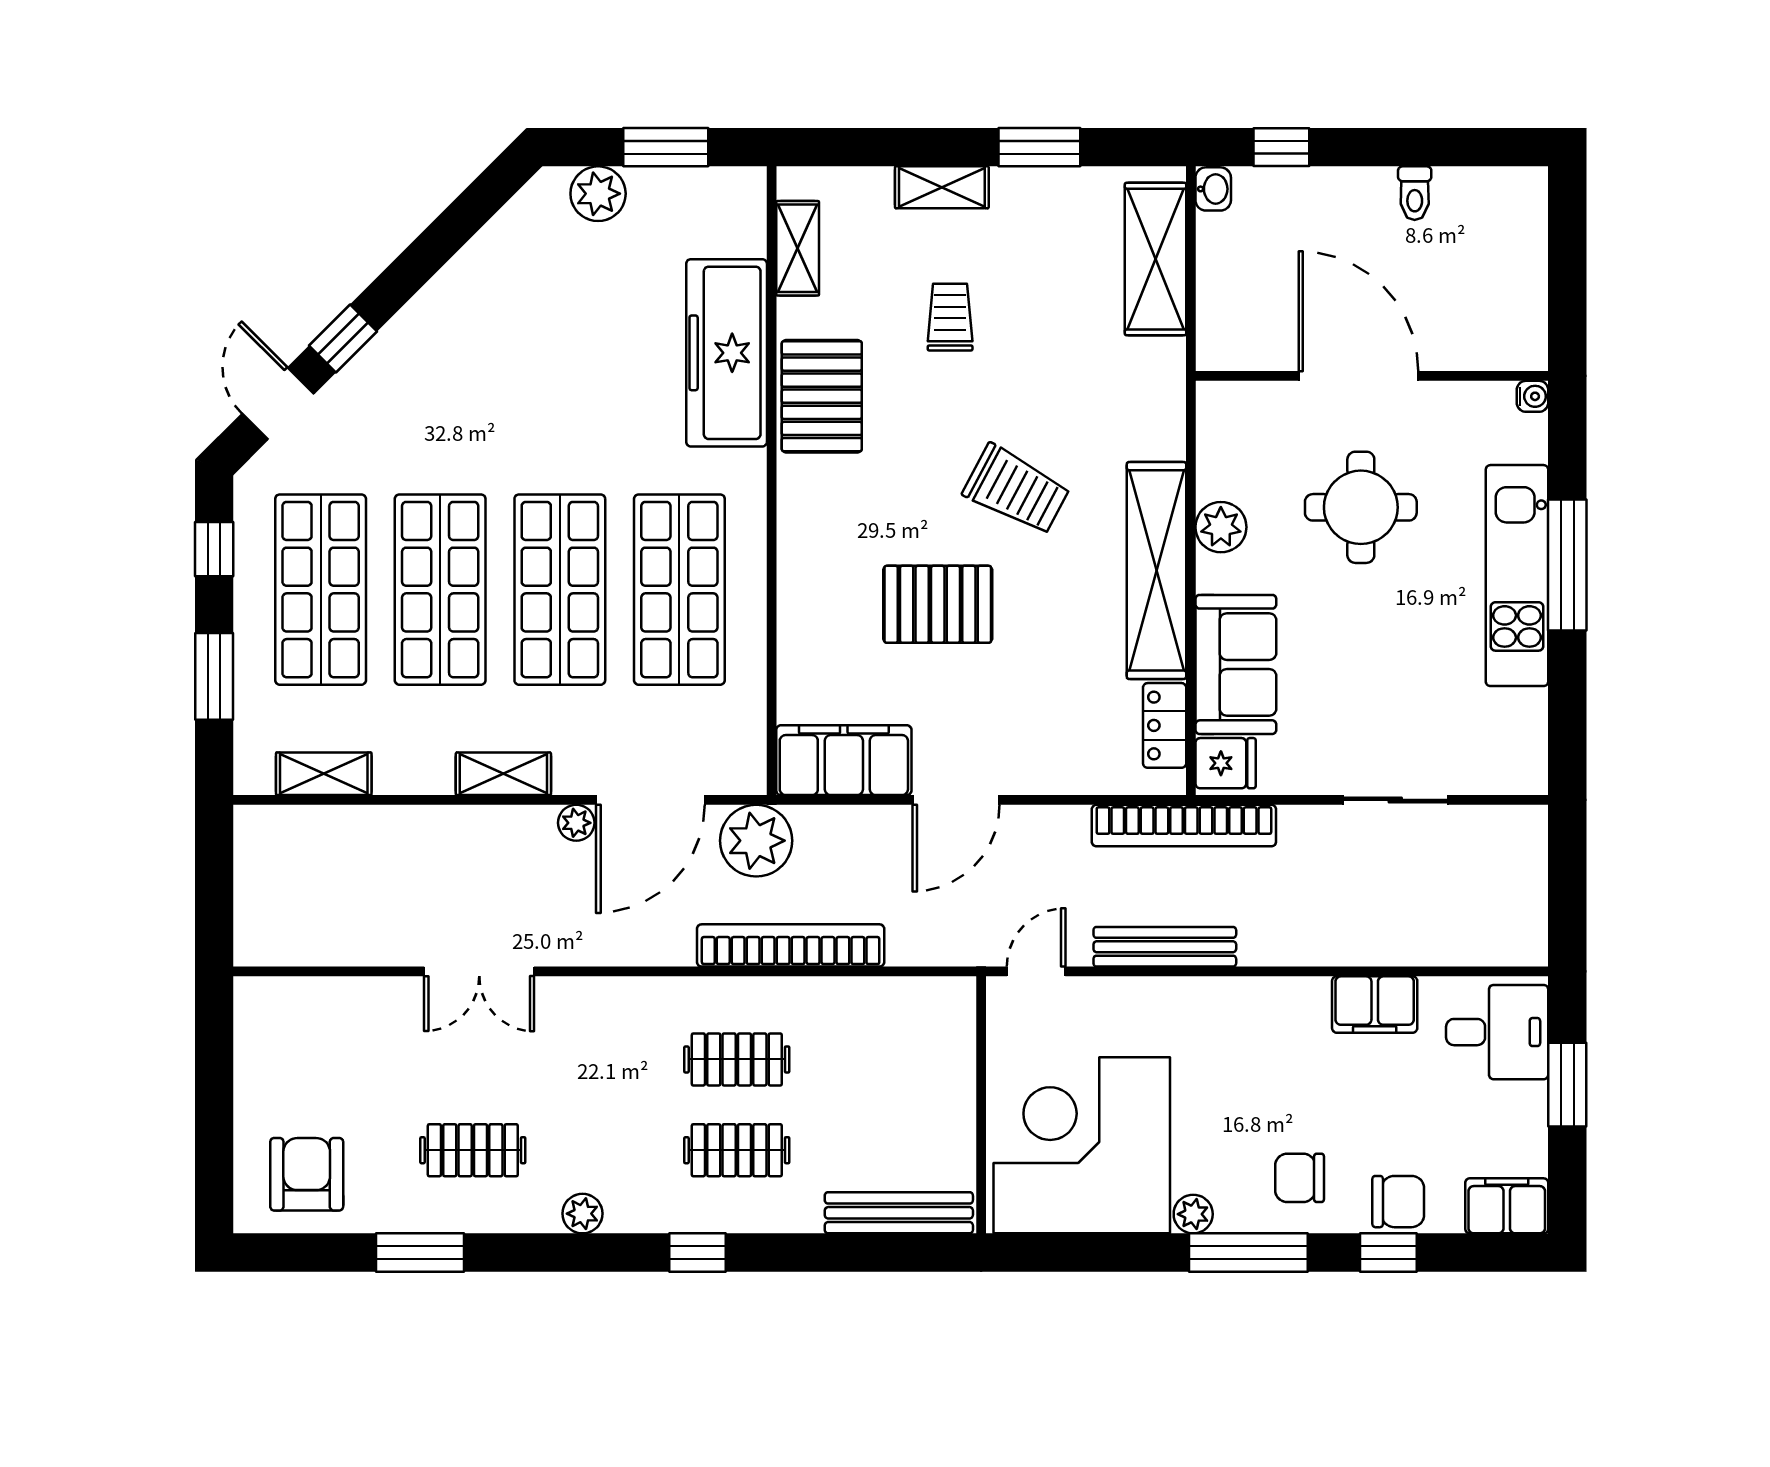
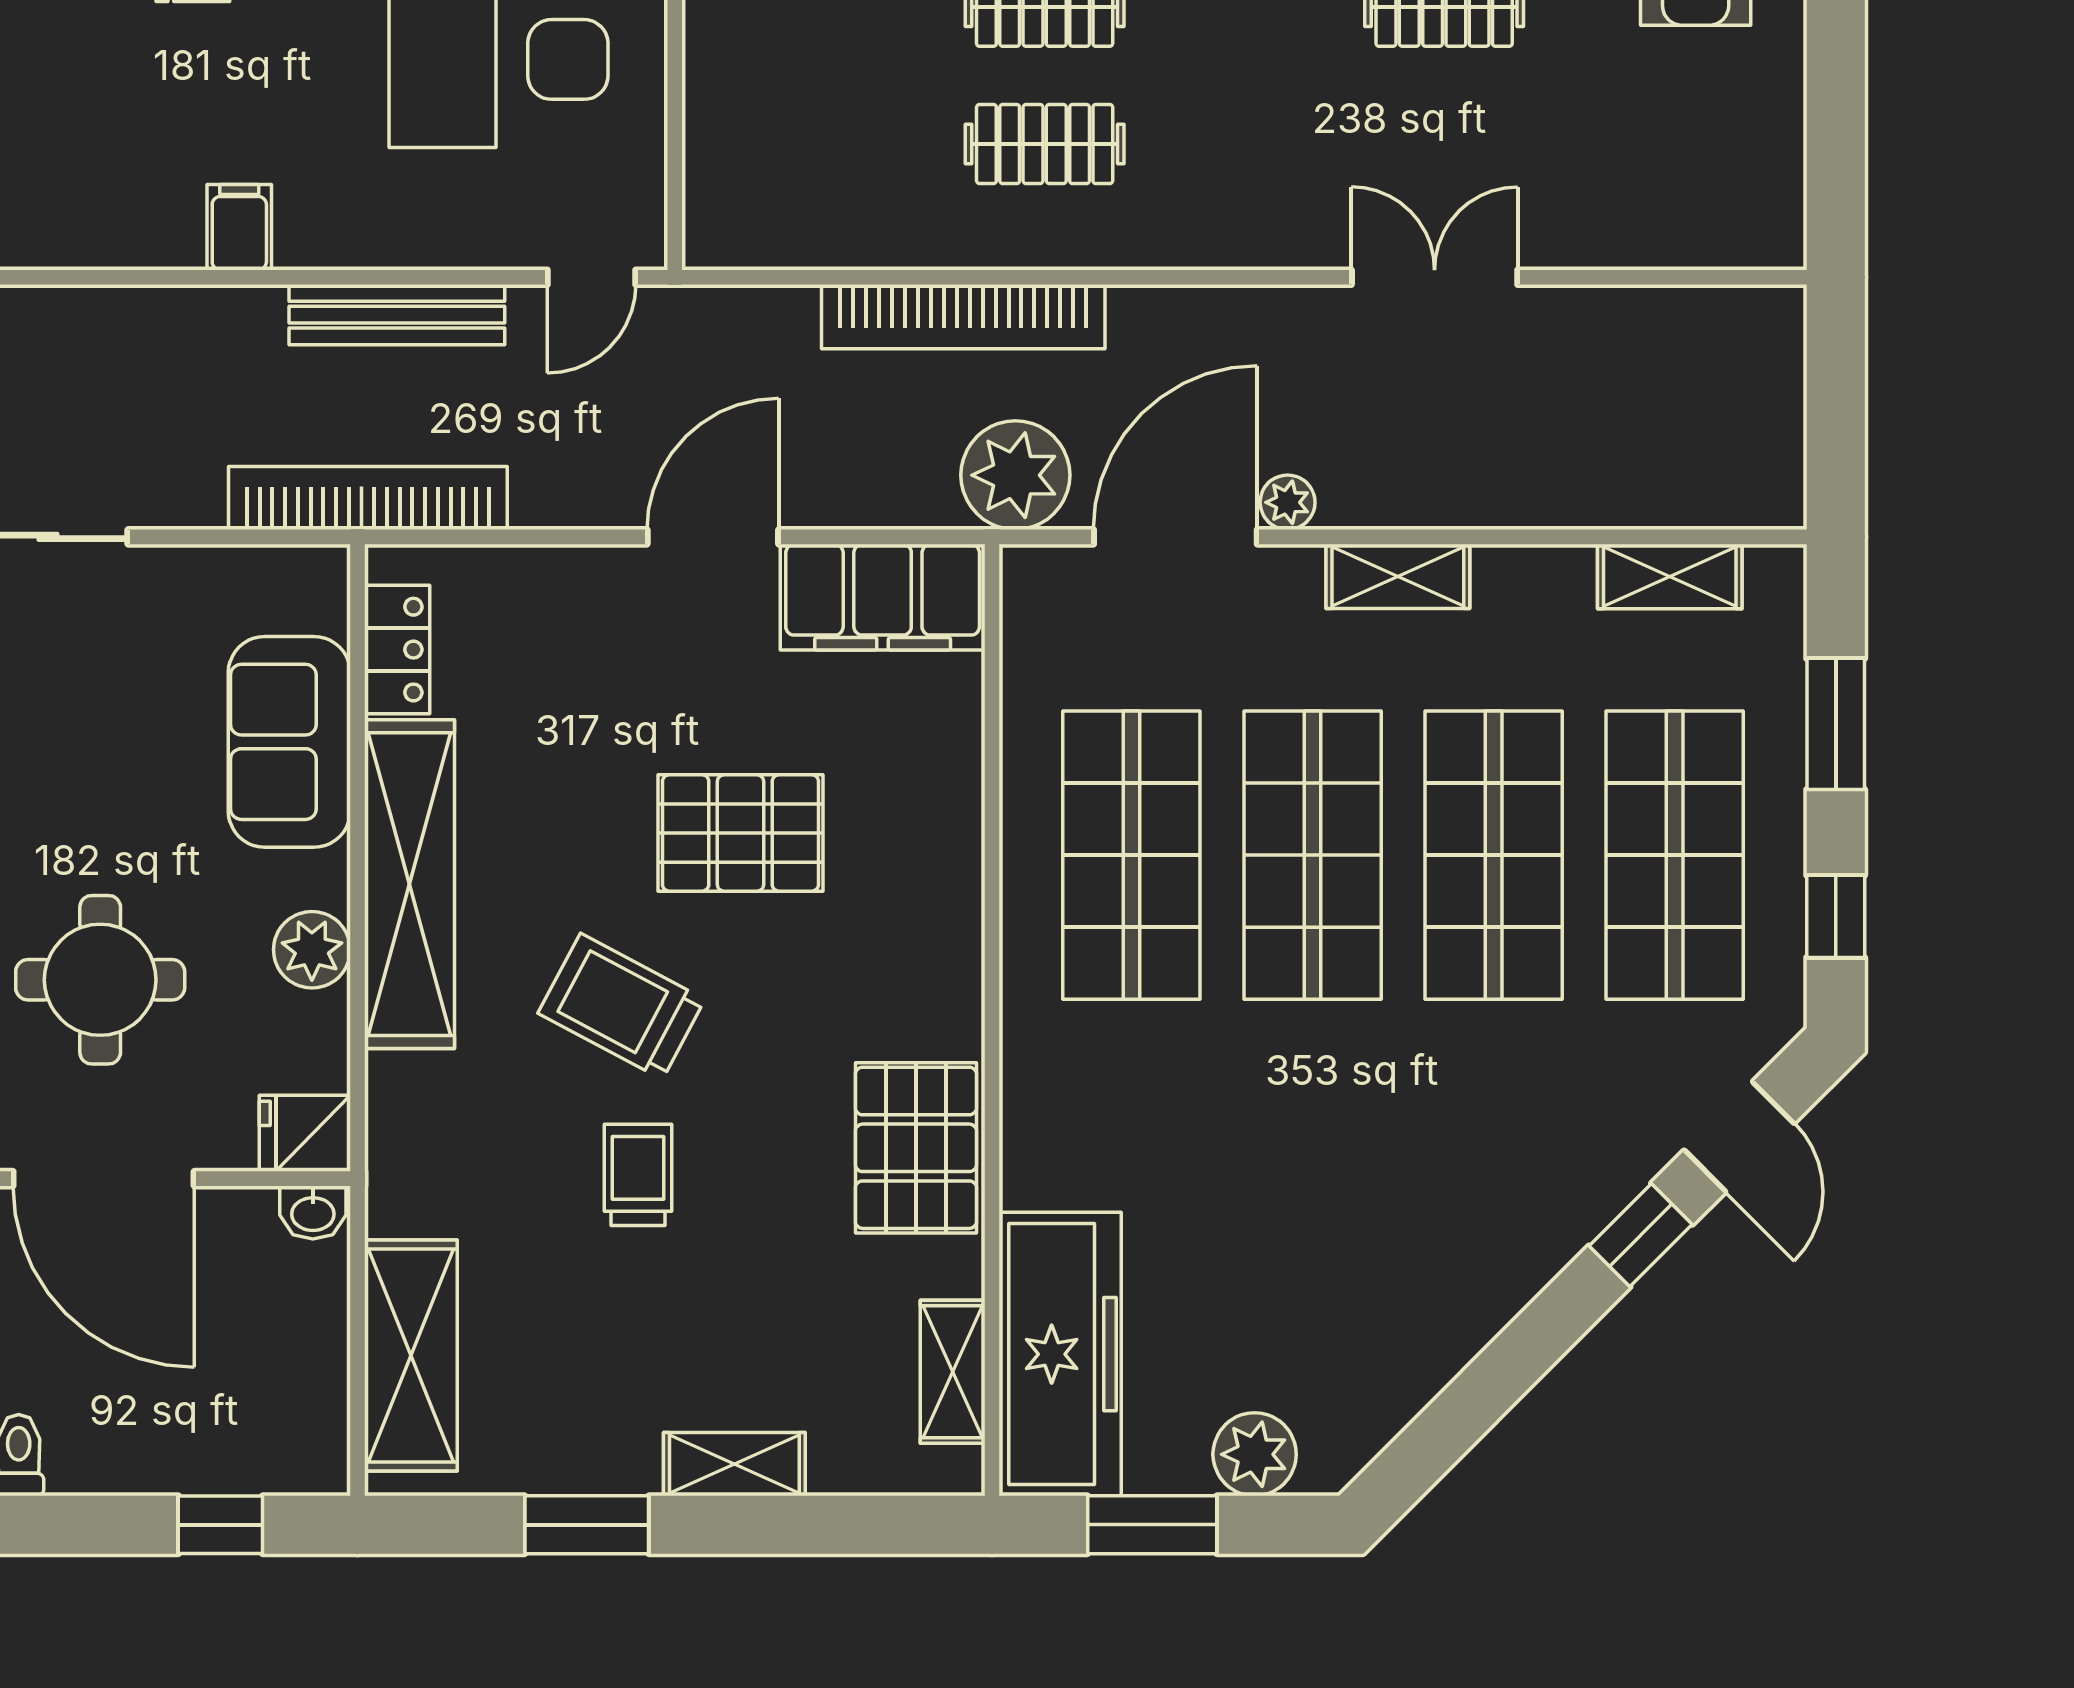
washbasin: (1213, 189) -> (313, 1212), moved, turned -90
trolley: (950, 317) -> (638, 1175), moved, turned 180
freezer: (727, 353) -> (1060, 1354), moved
fridge: (1226, 763) -> (305, 1133), moved
filing cabinet: (1375, 1005) -> (239, 227), moved, width x0.50

